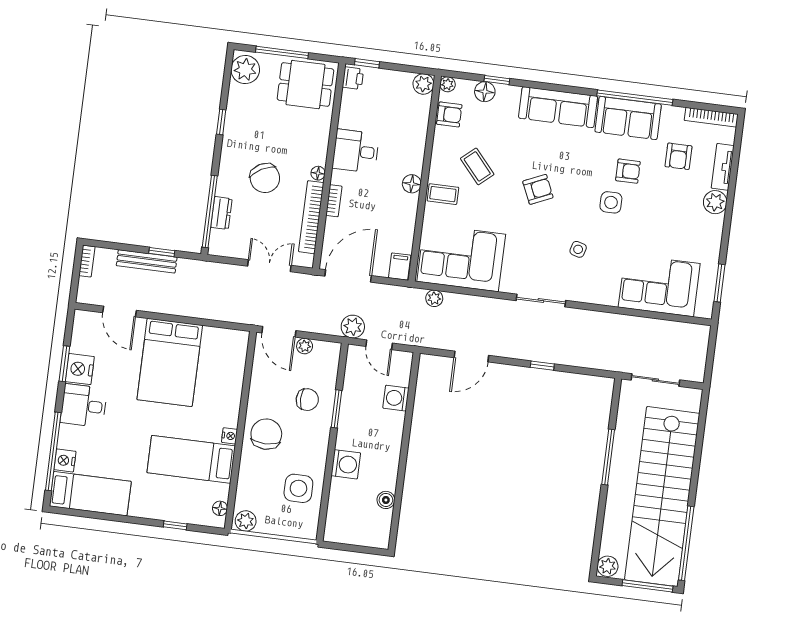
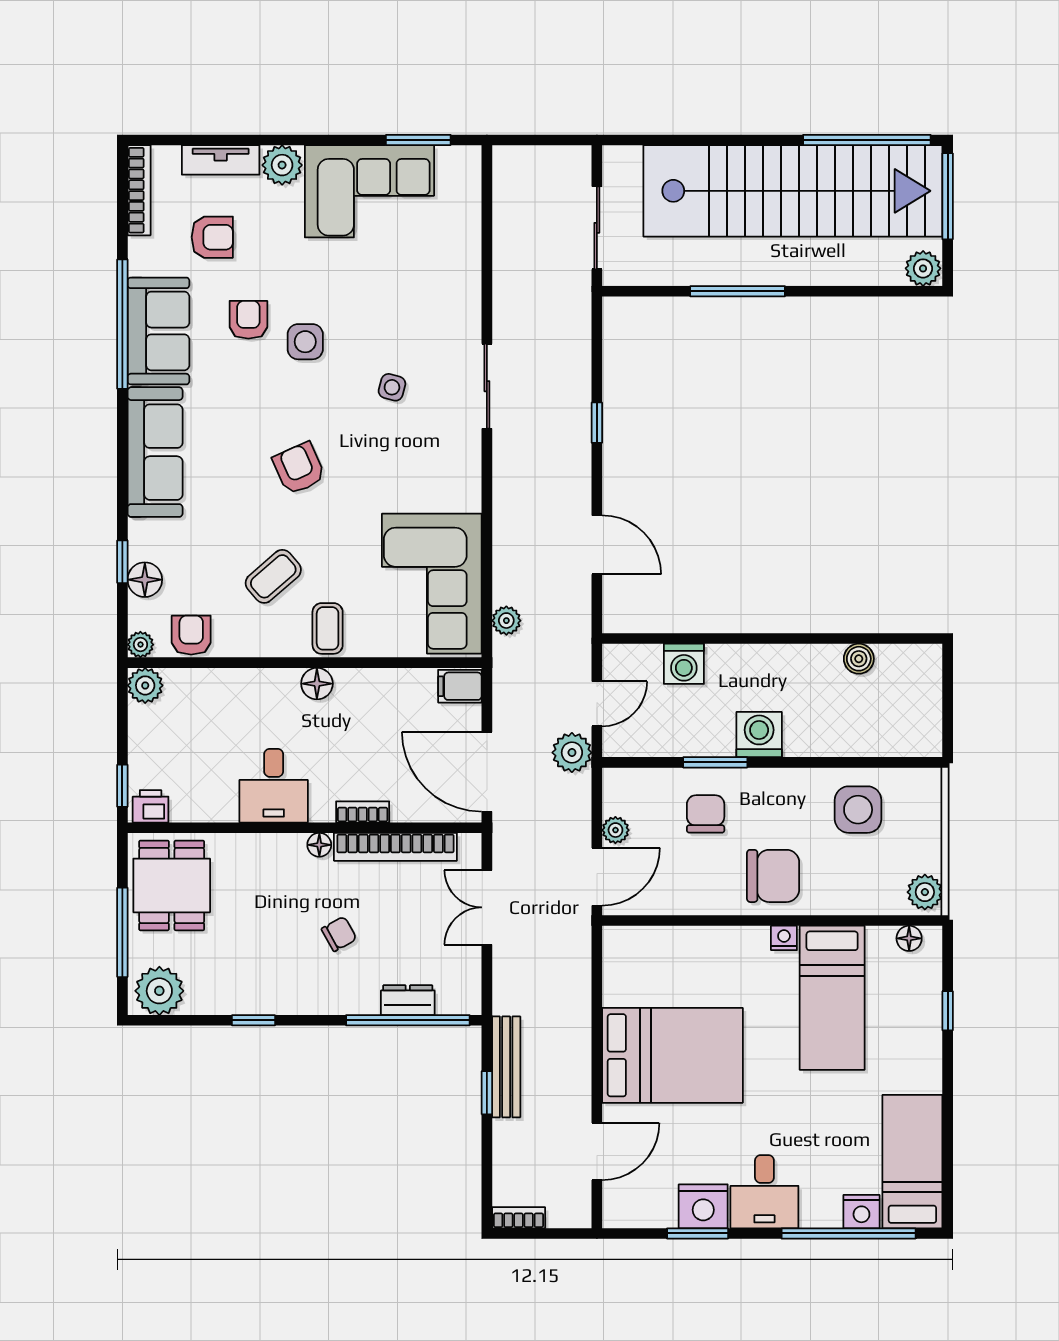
chair: (265, 178) -> (339, 934), width x0.54, depth x0.54
bench: (147, 261) -> (506, 1067), moved
corner sofa: (659, 285) -> (369, 191), moved, turned -90
sliding door: (541, 301) -> (487, 386), moved
chair: (266, 434) -> (773, 876), turned 180
washing machine: (346, 464) -> (759, 735), moved

